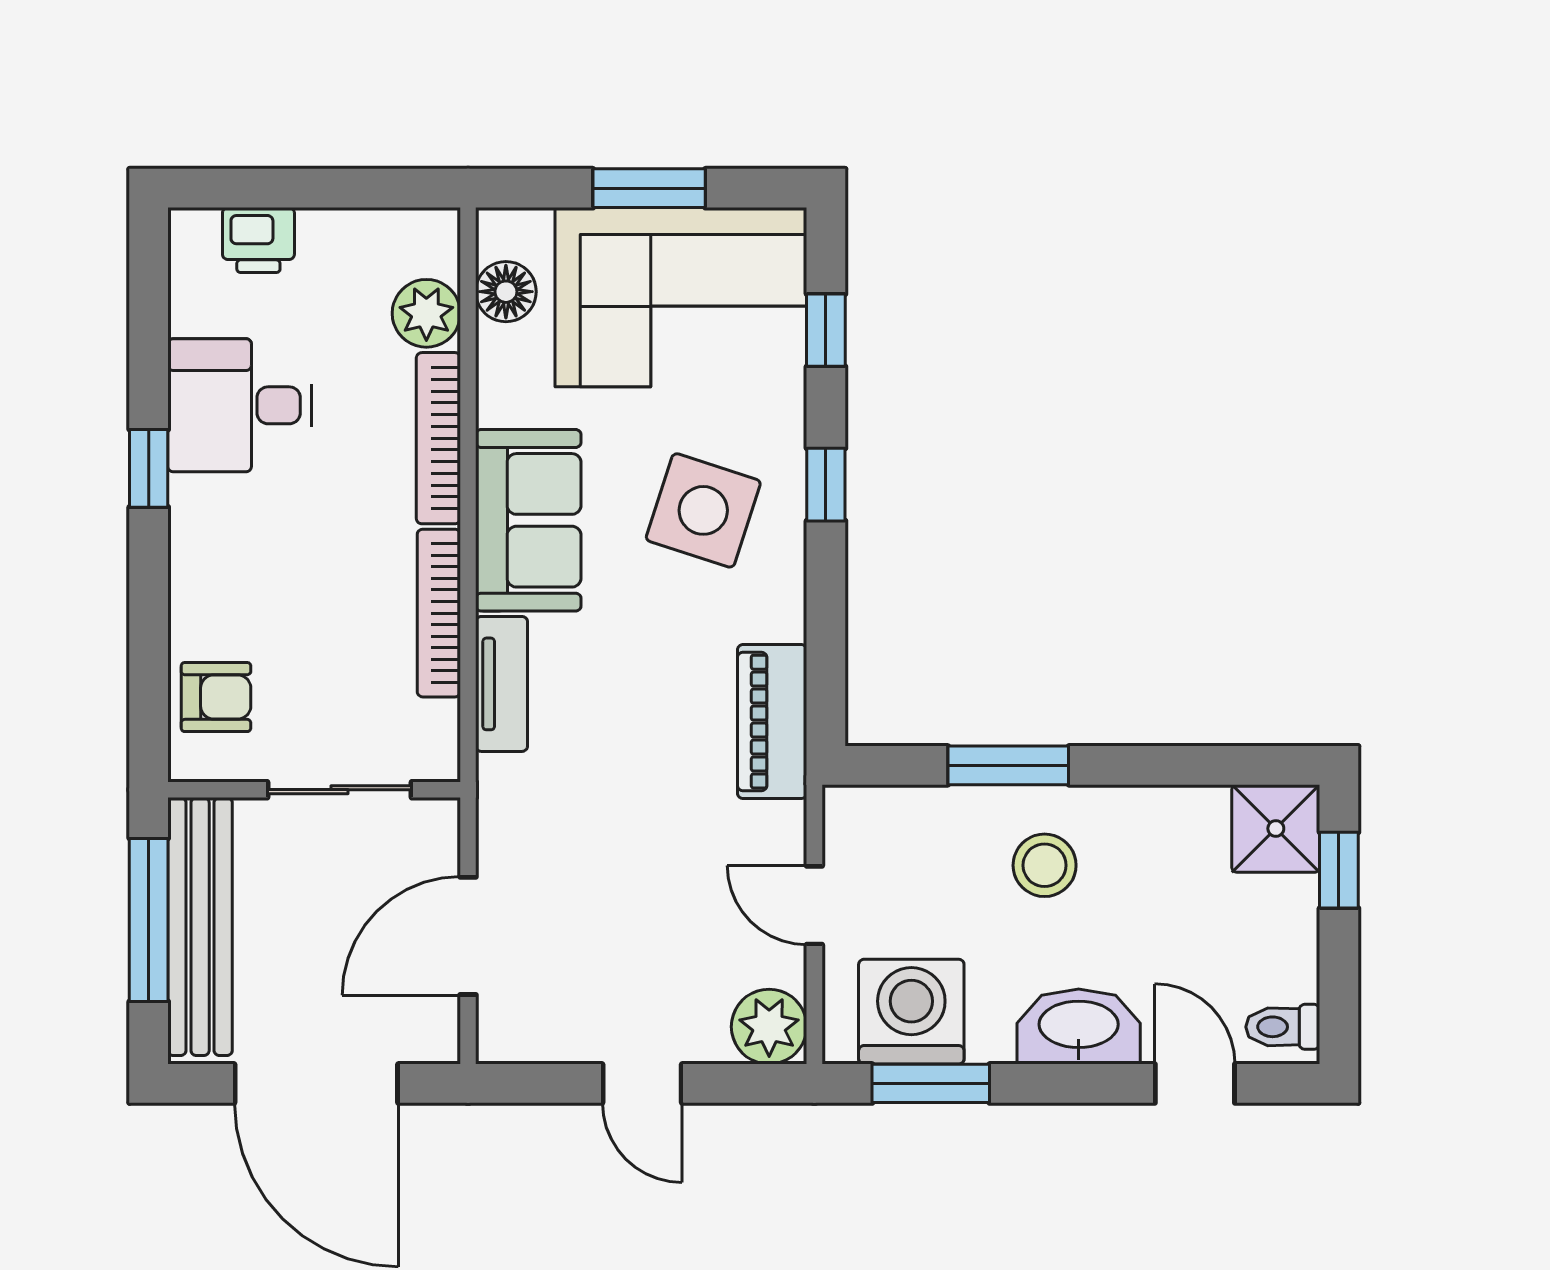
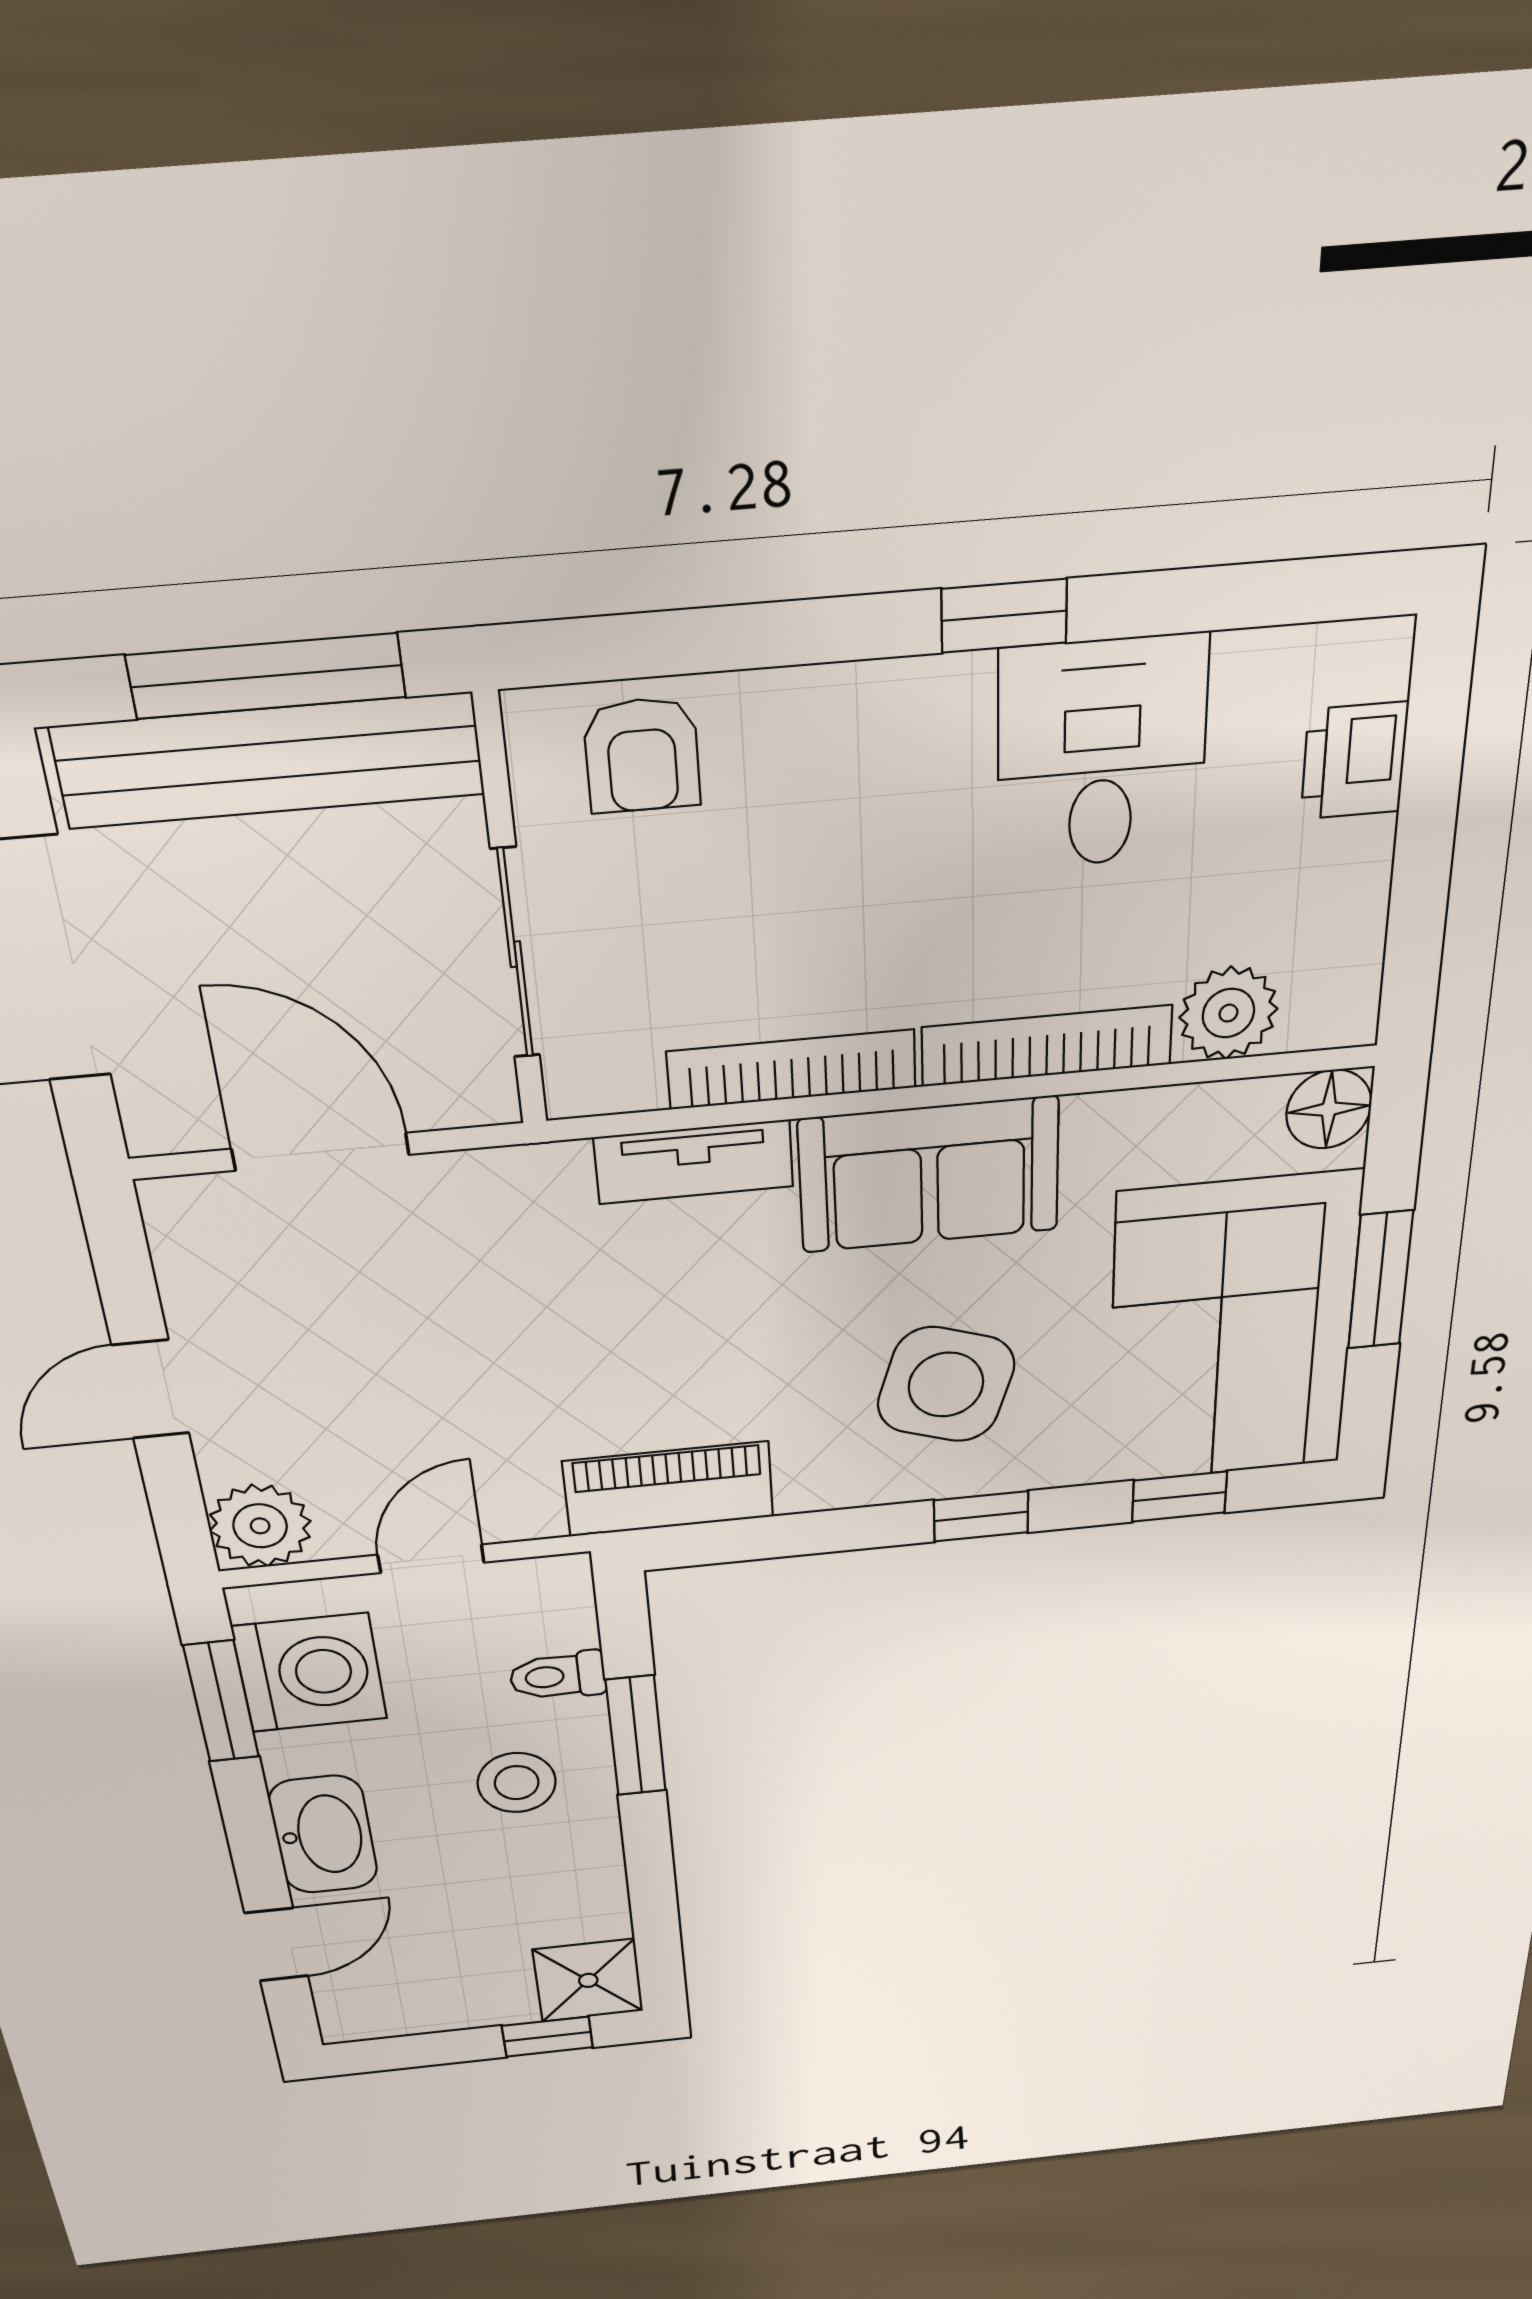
floor lamp: (506, 292) -> (1329, 1109), moved
toilet: (1283, 1027) -> (558, 1676), moved, turned -90

